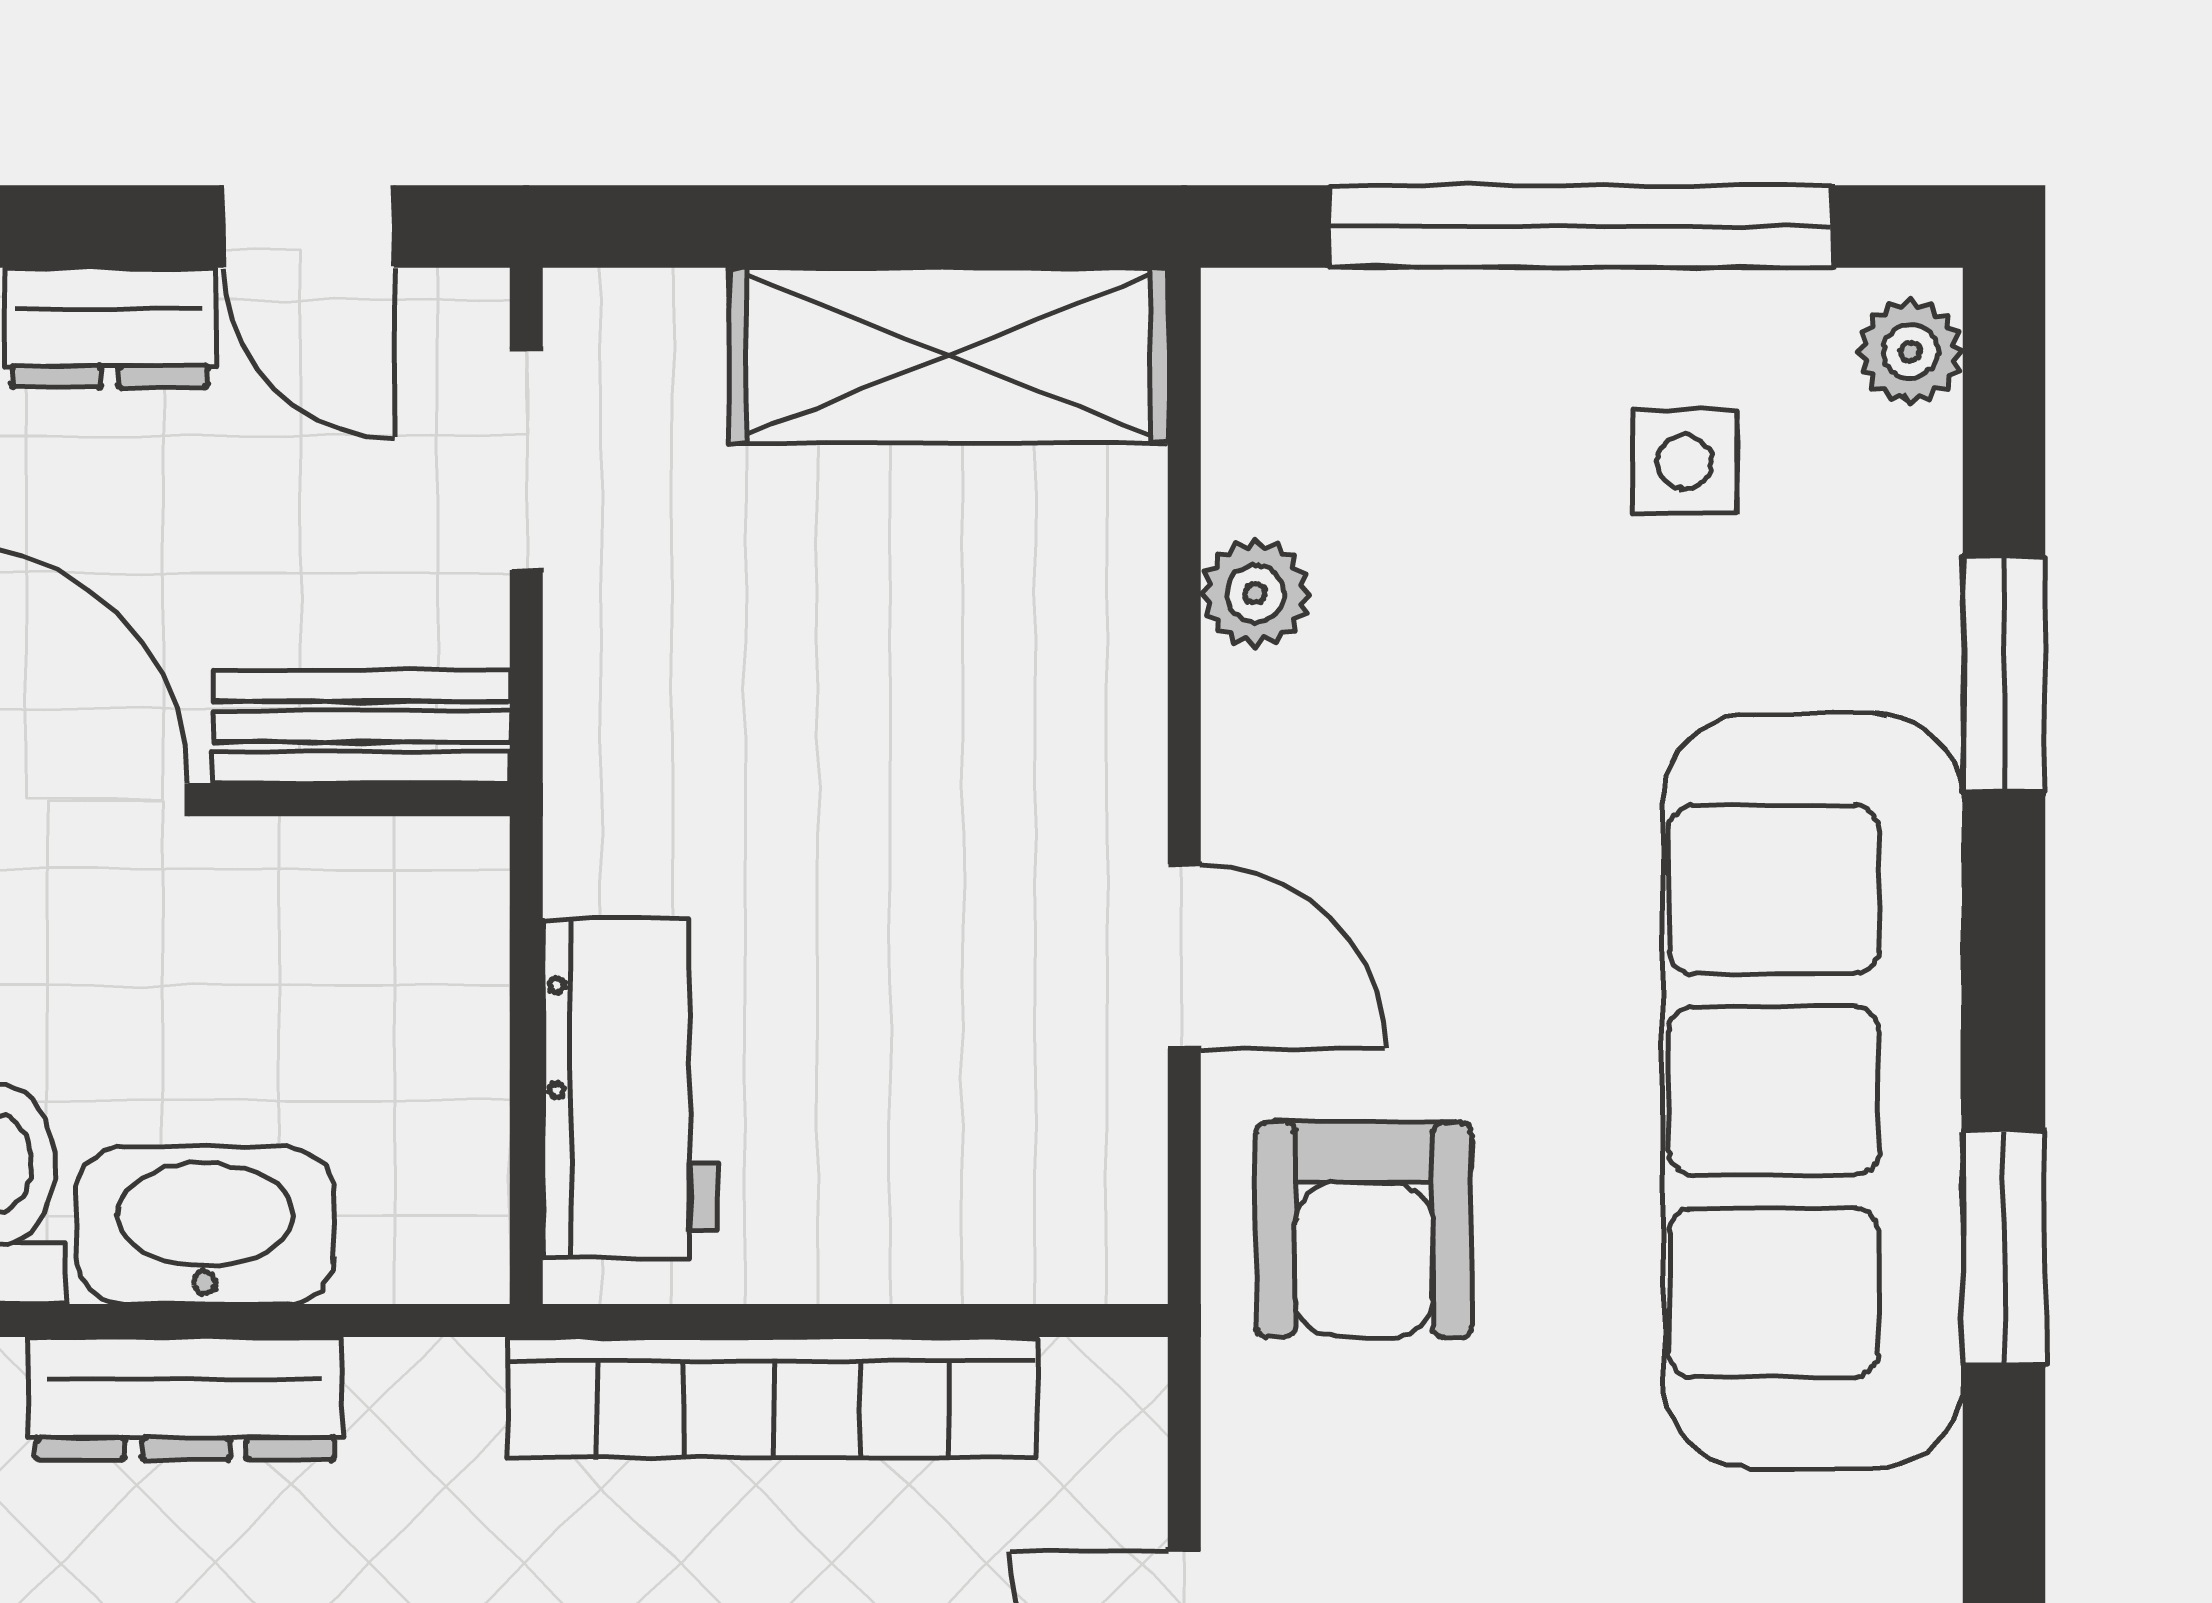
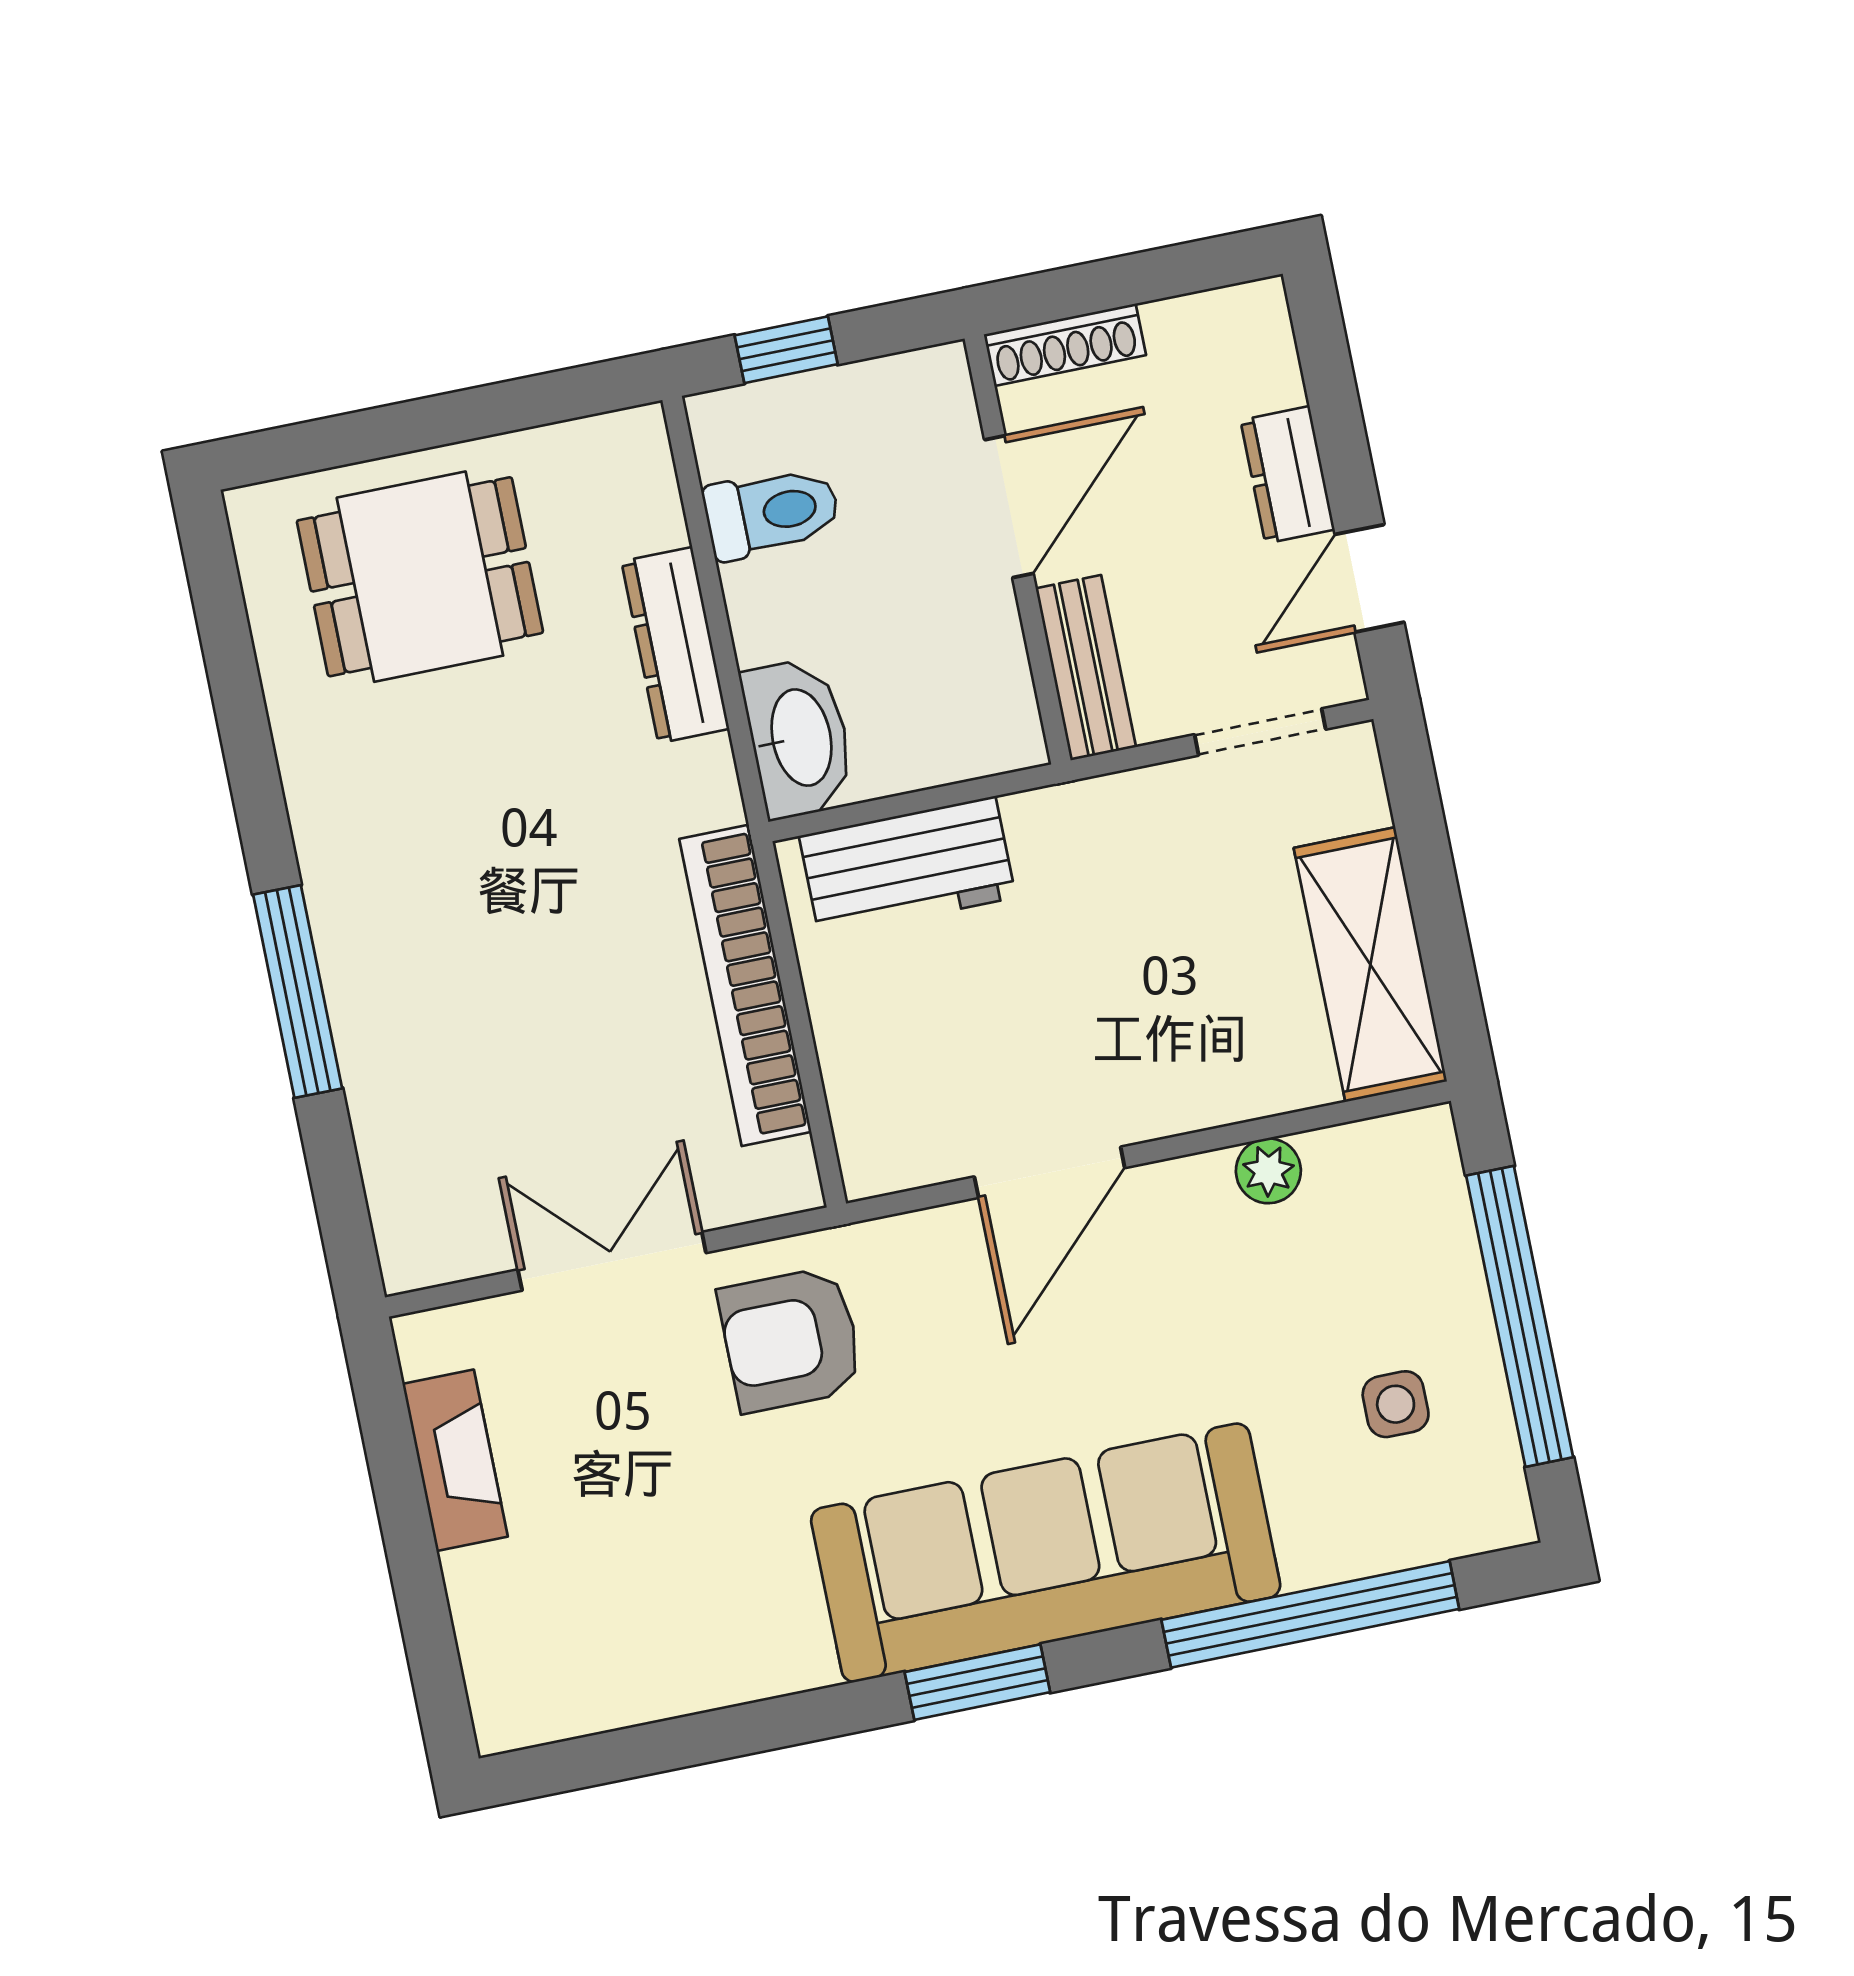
plant: (1910, 352) -> (1486, 1522), removed
window: (2004, 674) -> (1310, 1614), width x2.11
door: (1184, 956) -> (1050, 1172), width x1.38
washbasin: (205, 1225) -> (799, 738), moved
armchair: (1364, 1230) -> (791, 1339), moved

